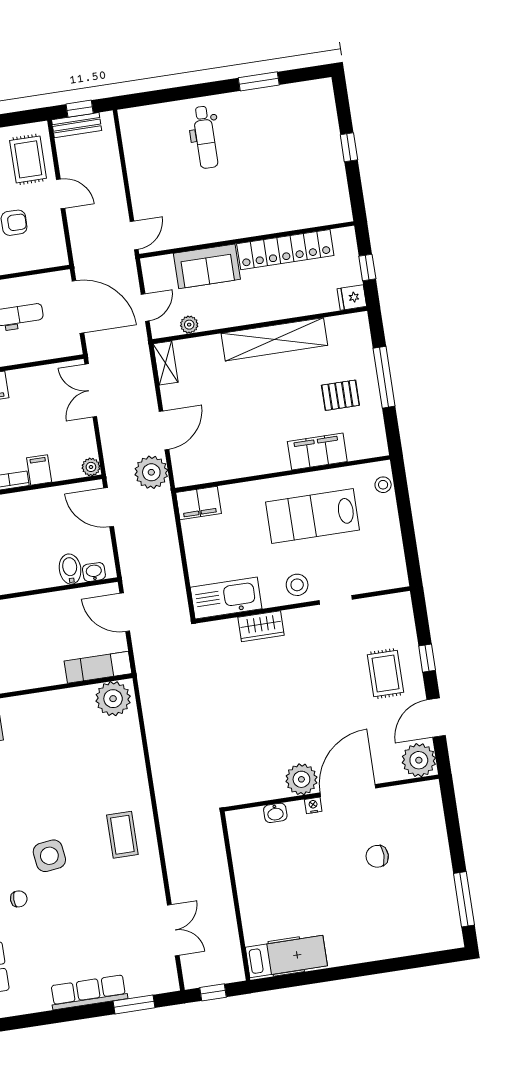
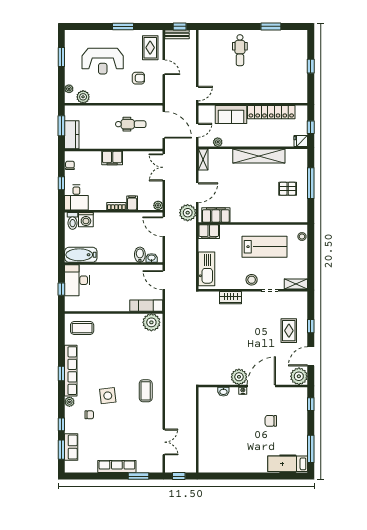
filing cabinet: (317, 451) -> (216, 215), moved
lab bench: (312, 516) -> (264, 247), turned 180
shelving: (385, 580) -> (296, 284), added
kitchen sink: (226, 598) -> (206, 269), moved, turned 90
window: (451, 812) -> (311, 404), added
hospital bed: (286, 957) -> (288, 464), moved, turned 180

